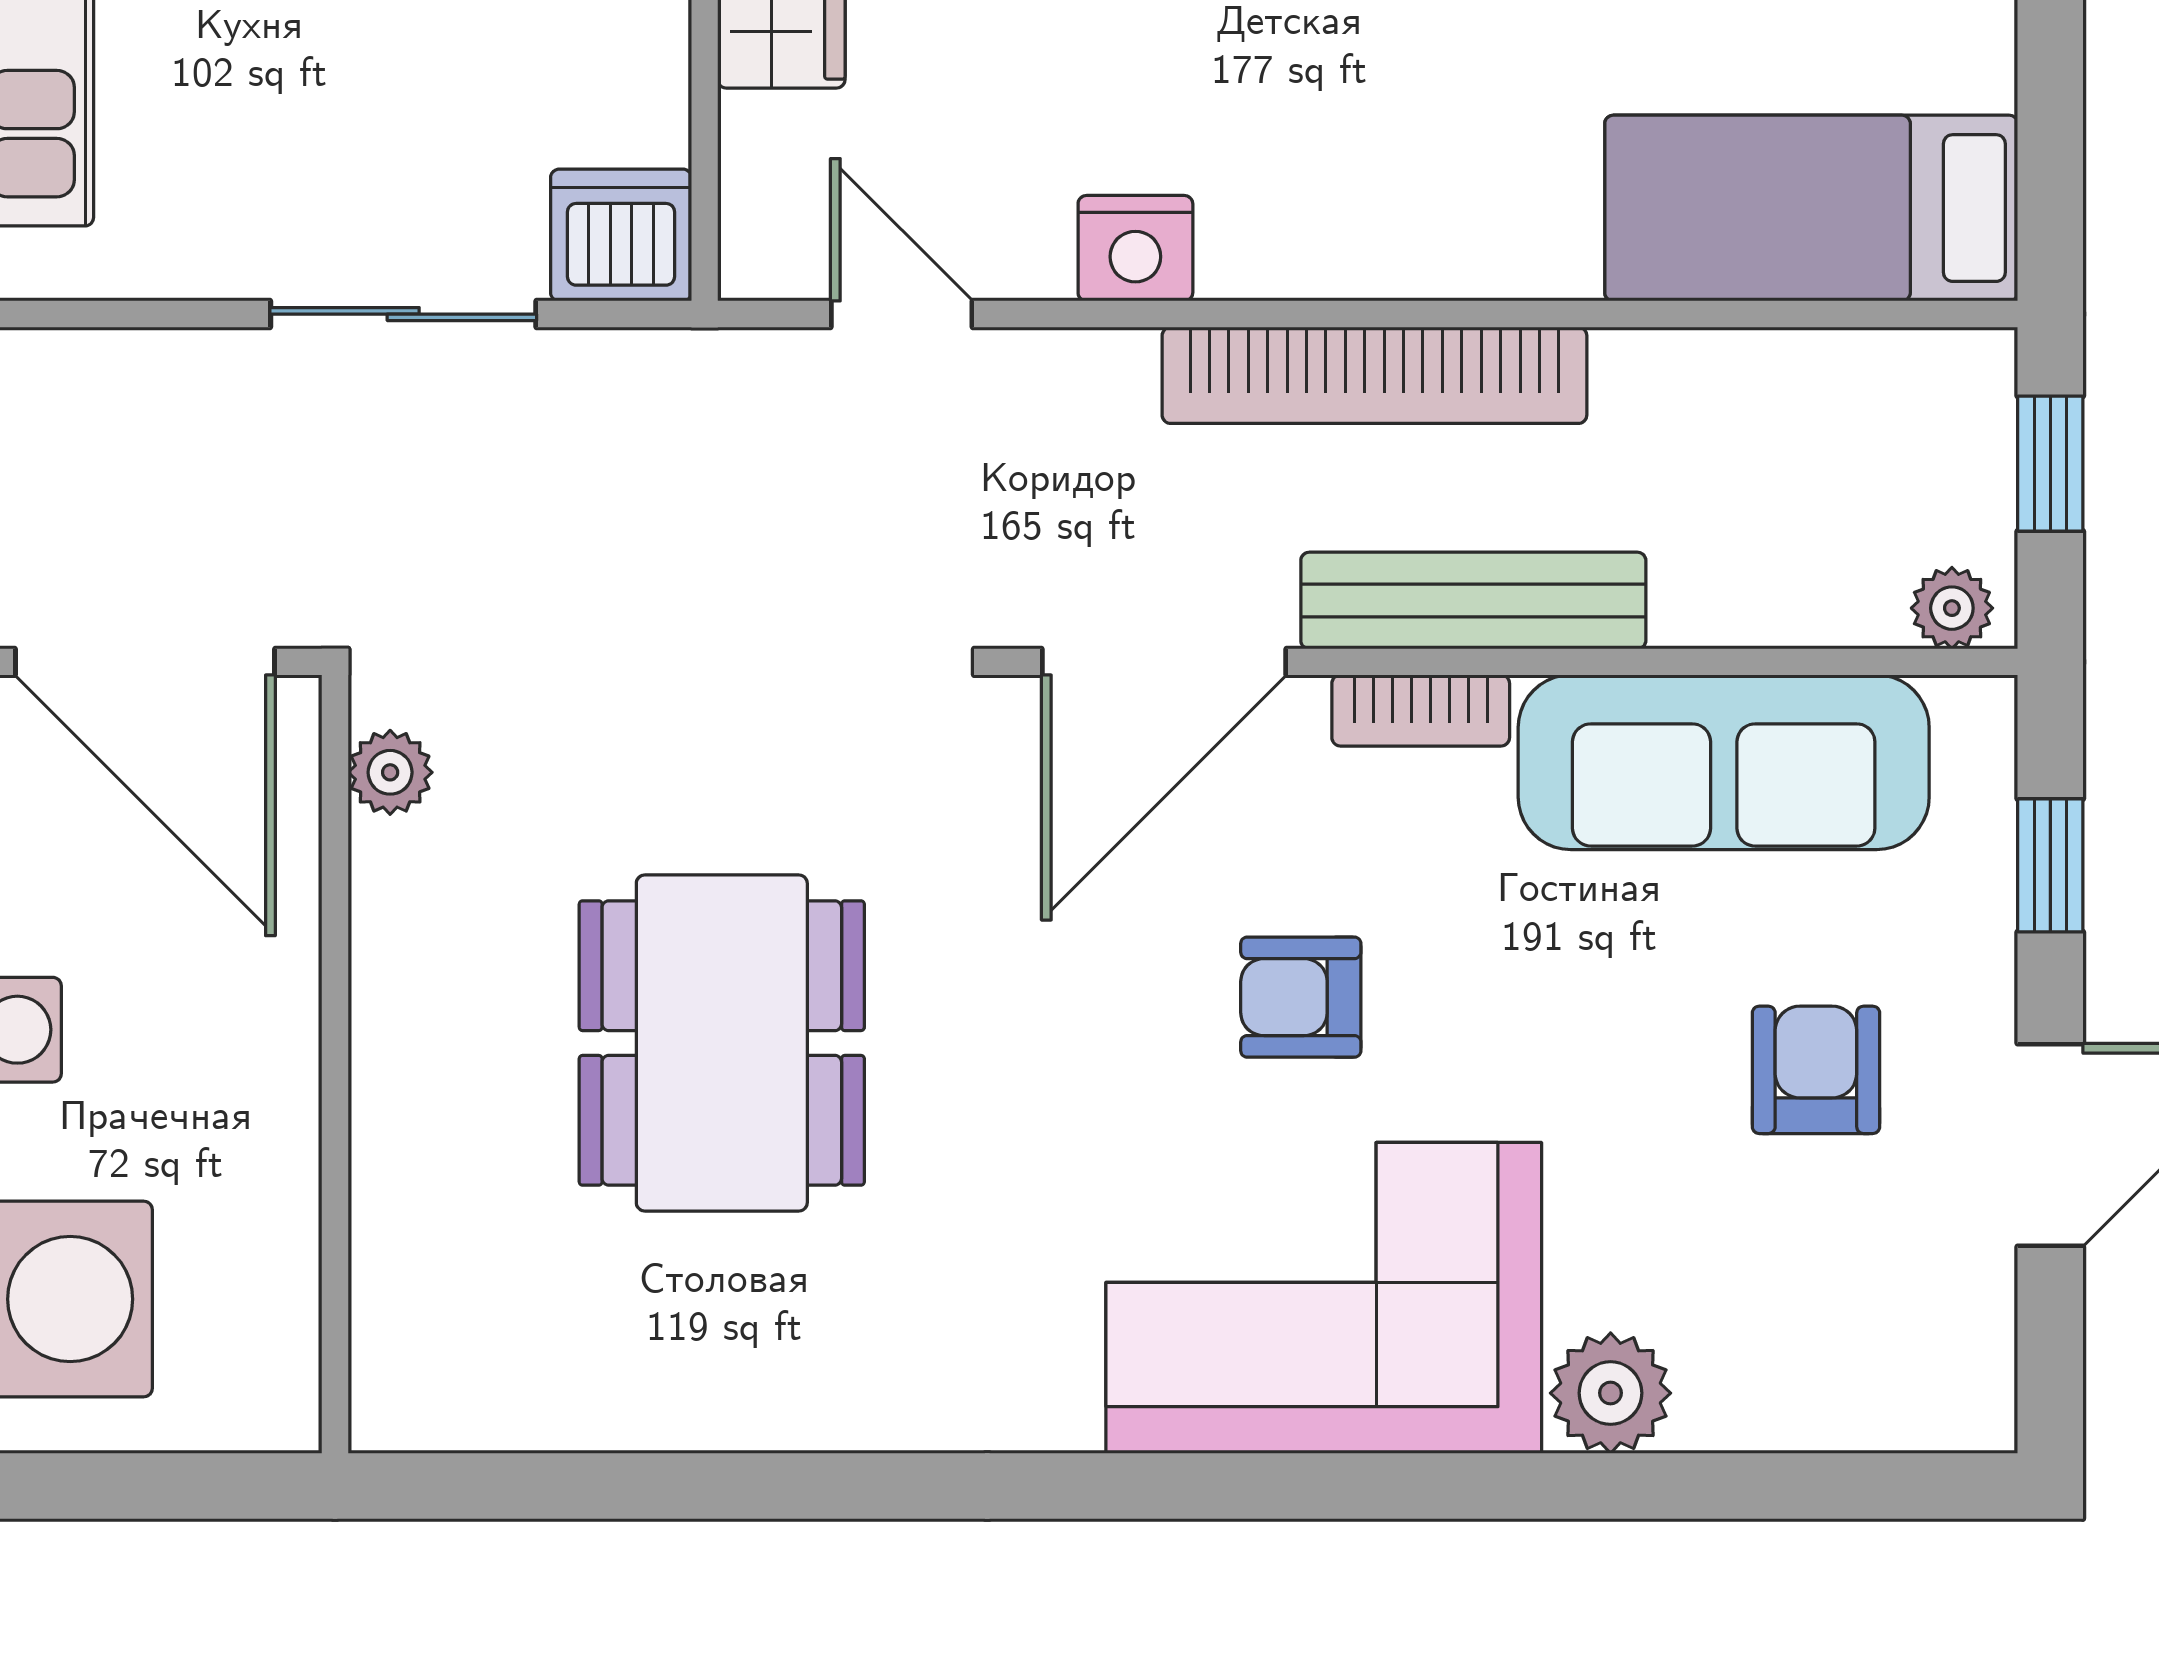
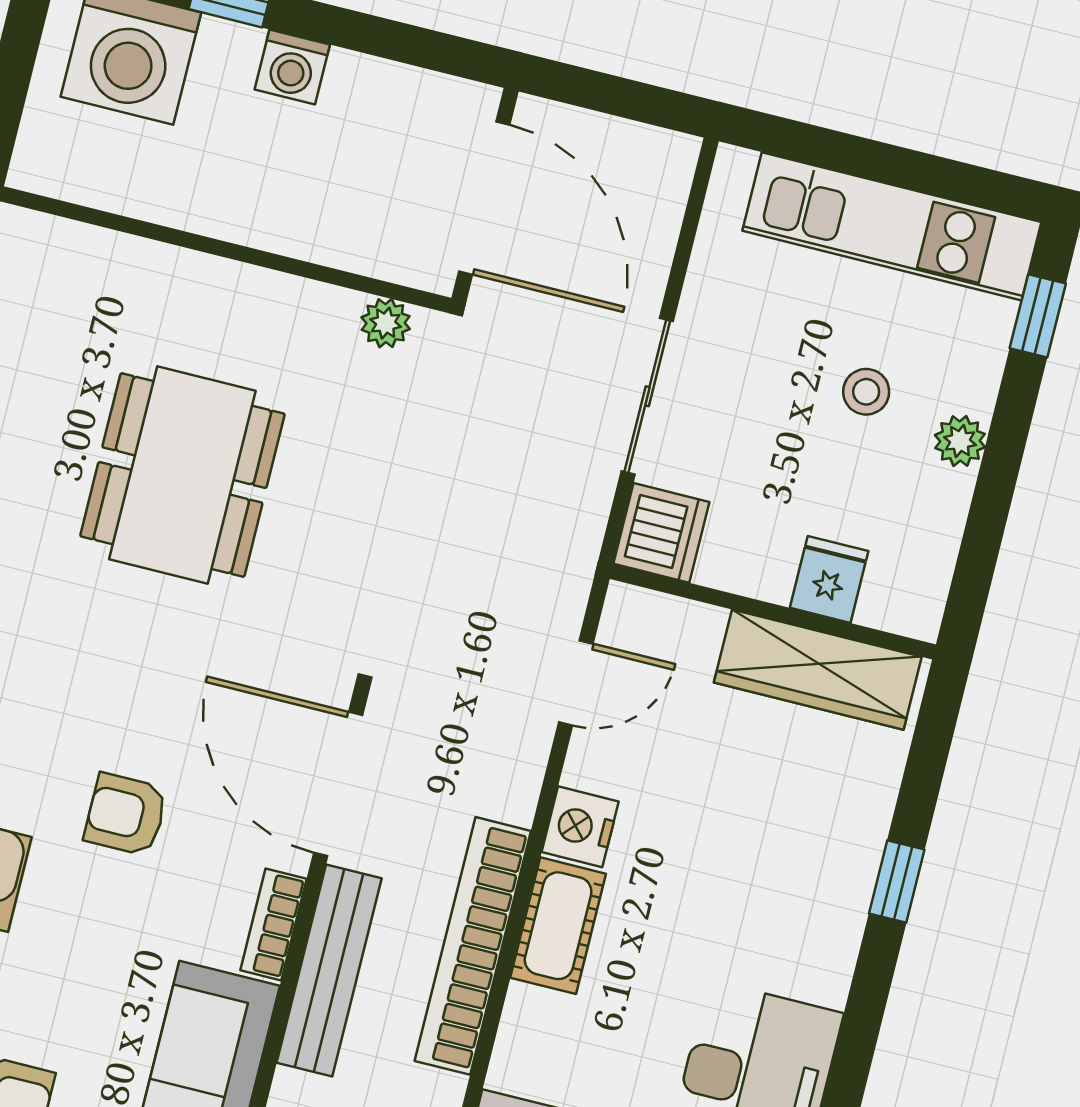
cot: (1306, 244) -> (558, 926), added
door: (145, 662) -> (484, 198), swing flipped
armchair: (1301, 997) -> (126, 814), turned -90
dining table: (722, 1043) -> (182, 475), turned 90

